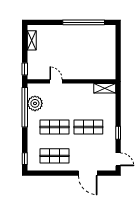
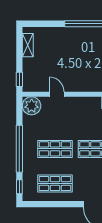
plant: (35, 103) -> (32, 106), moved
window: (25, 107) -> (19, 149), moved

